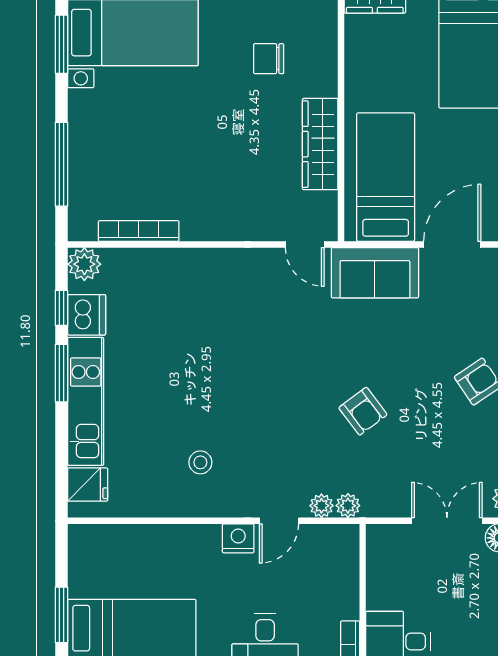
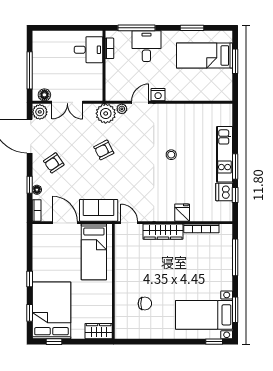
wardrobe: (320, 144) -> (163, 232), moved, turned 90
door: (452, 244) -> (65, 223), swing flipped
plant: (84, 264) -> (225, 214), removed
armchair: (363, 411) -> (104, 150), turned -80
stool: (200, 462) -> (171, 155), moved
fridge: (88, 485) -> (182, 213), moved, turned 90
plant: (348, 506) -> (106, 113), width x1.88, depth x1.88

